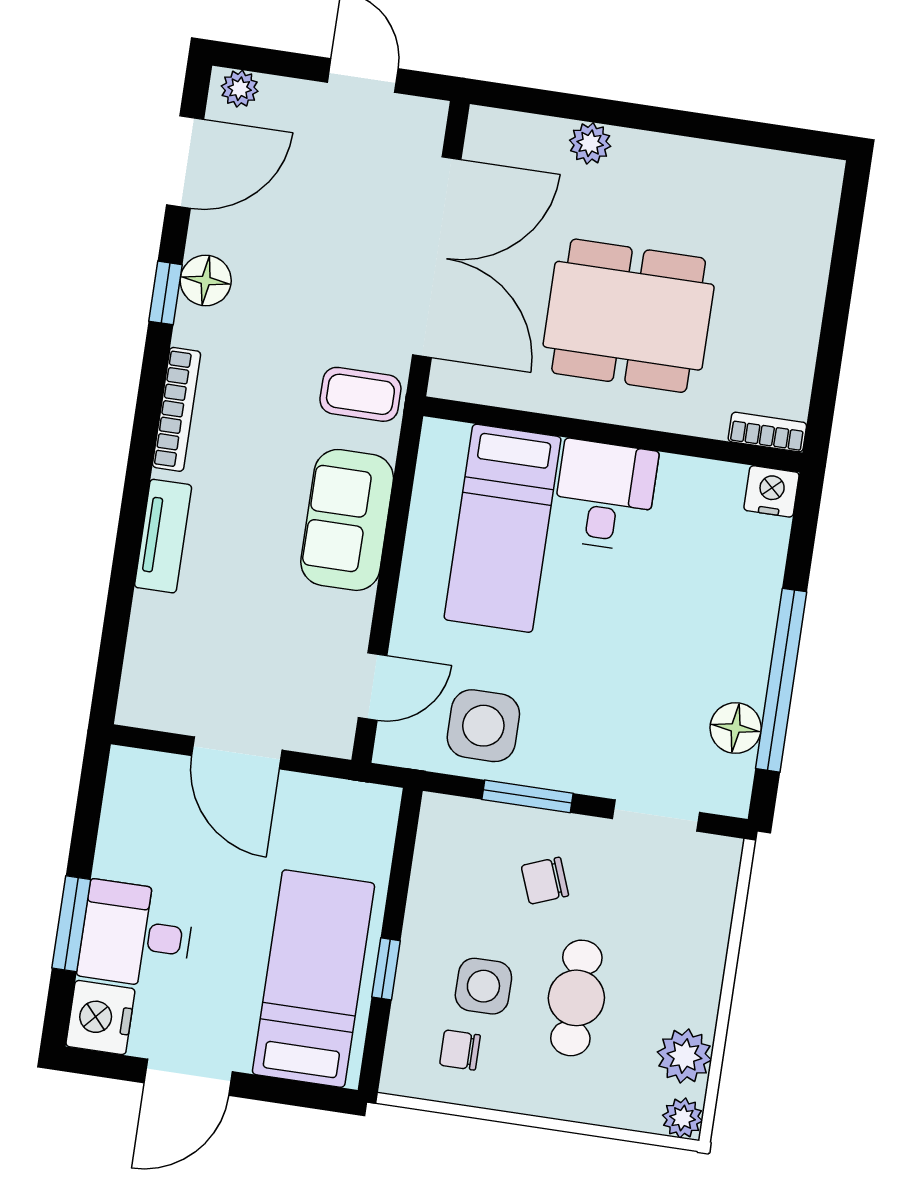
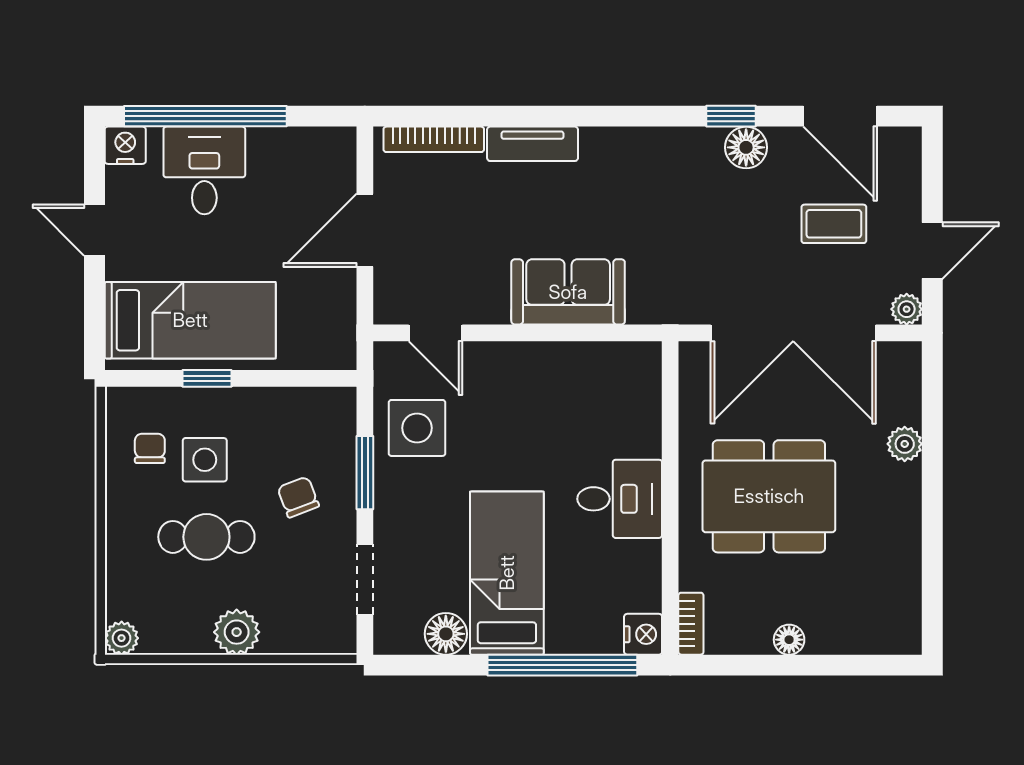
plant: (240, 89) -> (907, 309), moved
dining table: (629, 316) -> (769, 496), turned 90
floor lamp: (804, 317) -> (789, 640), added
coffee table: (360, 394) -> (834, 224), moved, turned 90
bookcase: (177, 409) -> (434, 139), moved
bed: (503, 528) -> (507, 573), moved, turned 90
window: (781, 680) -> (562, 665), moved
window: (71, 924) -> (205, 116), width x2.11
nightstand: (100, 1017) -> (125, 145), width x0.74, depth x0.75
plant: (684, 1056) -> (237, 632), moved
door: (188, 1077) -> (94, 230), width x0.73

